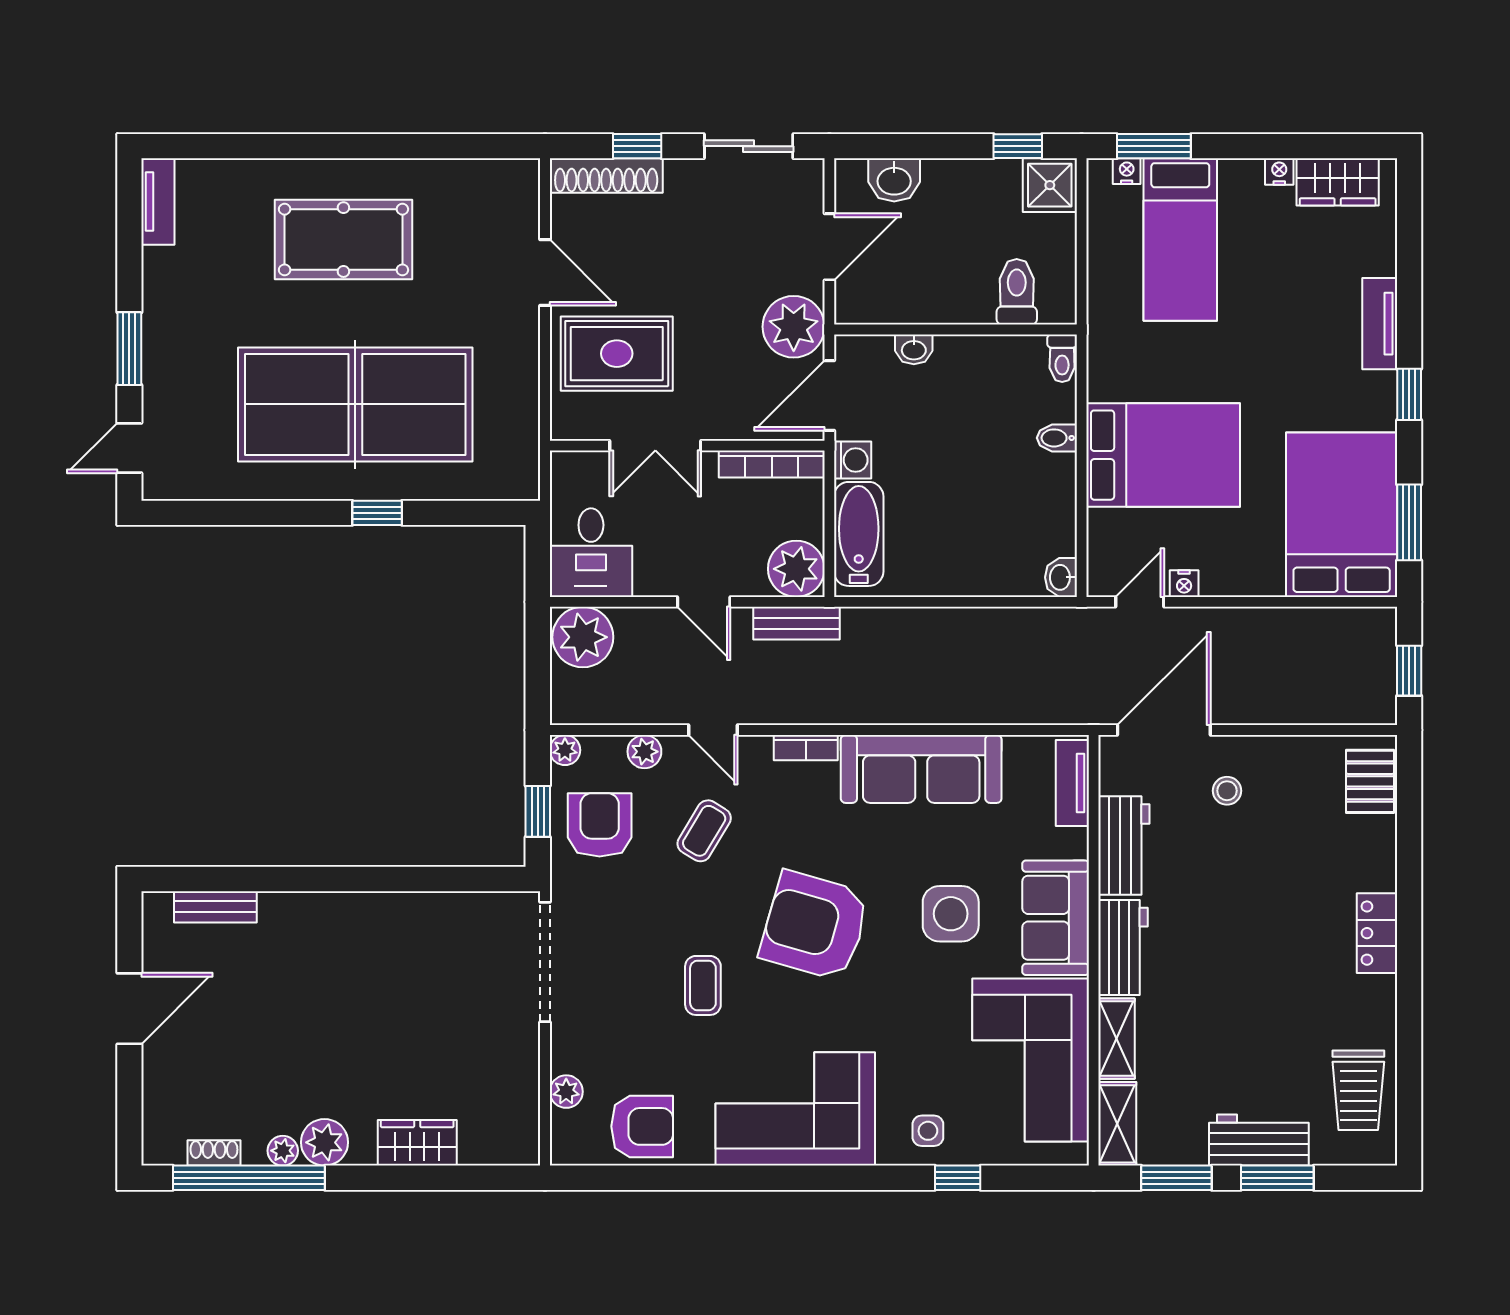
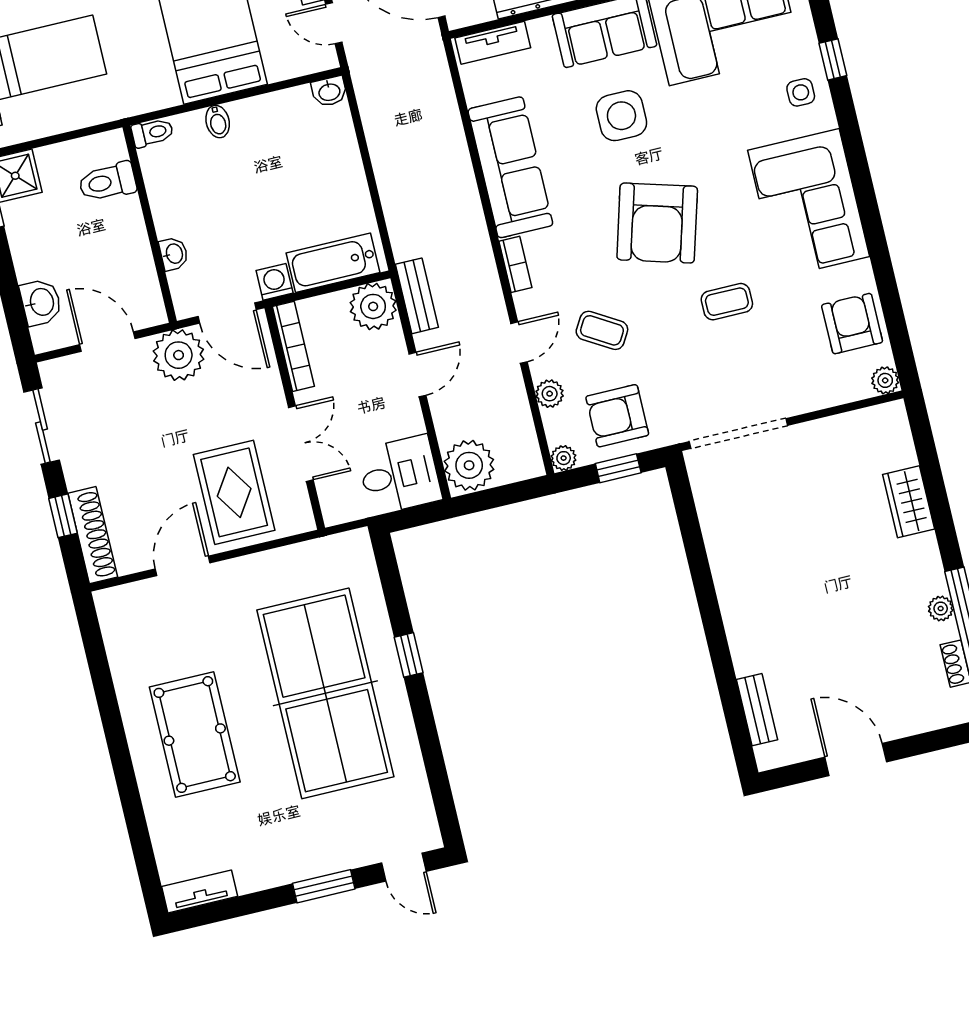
plant: (566, 1092) -> (885, 380), moved
plant: (324, 1142) -> (926, 577), removed

